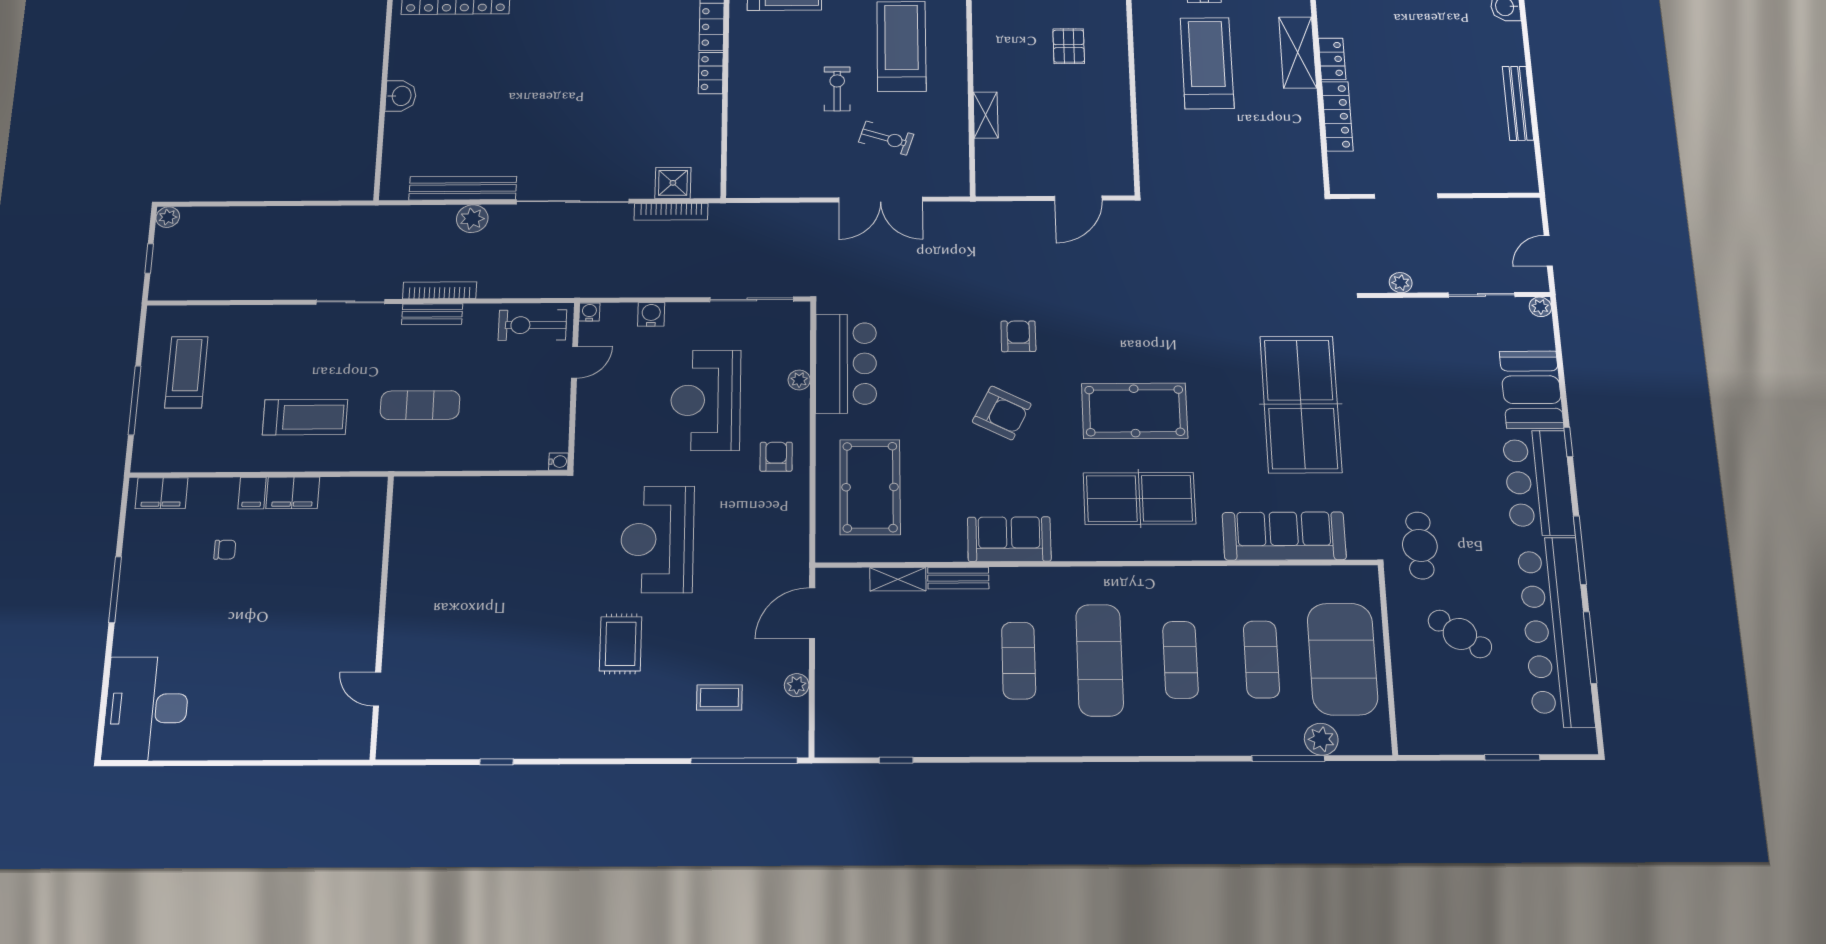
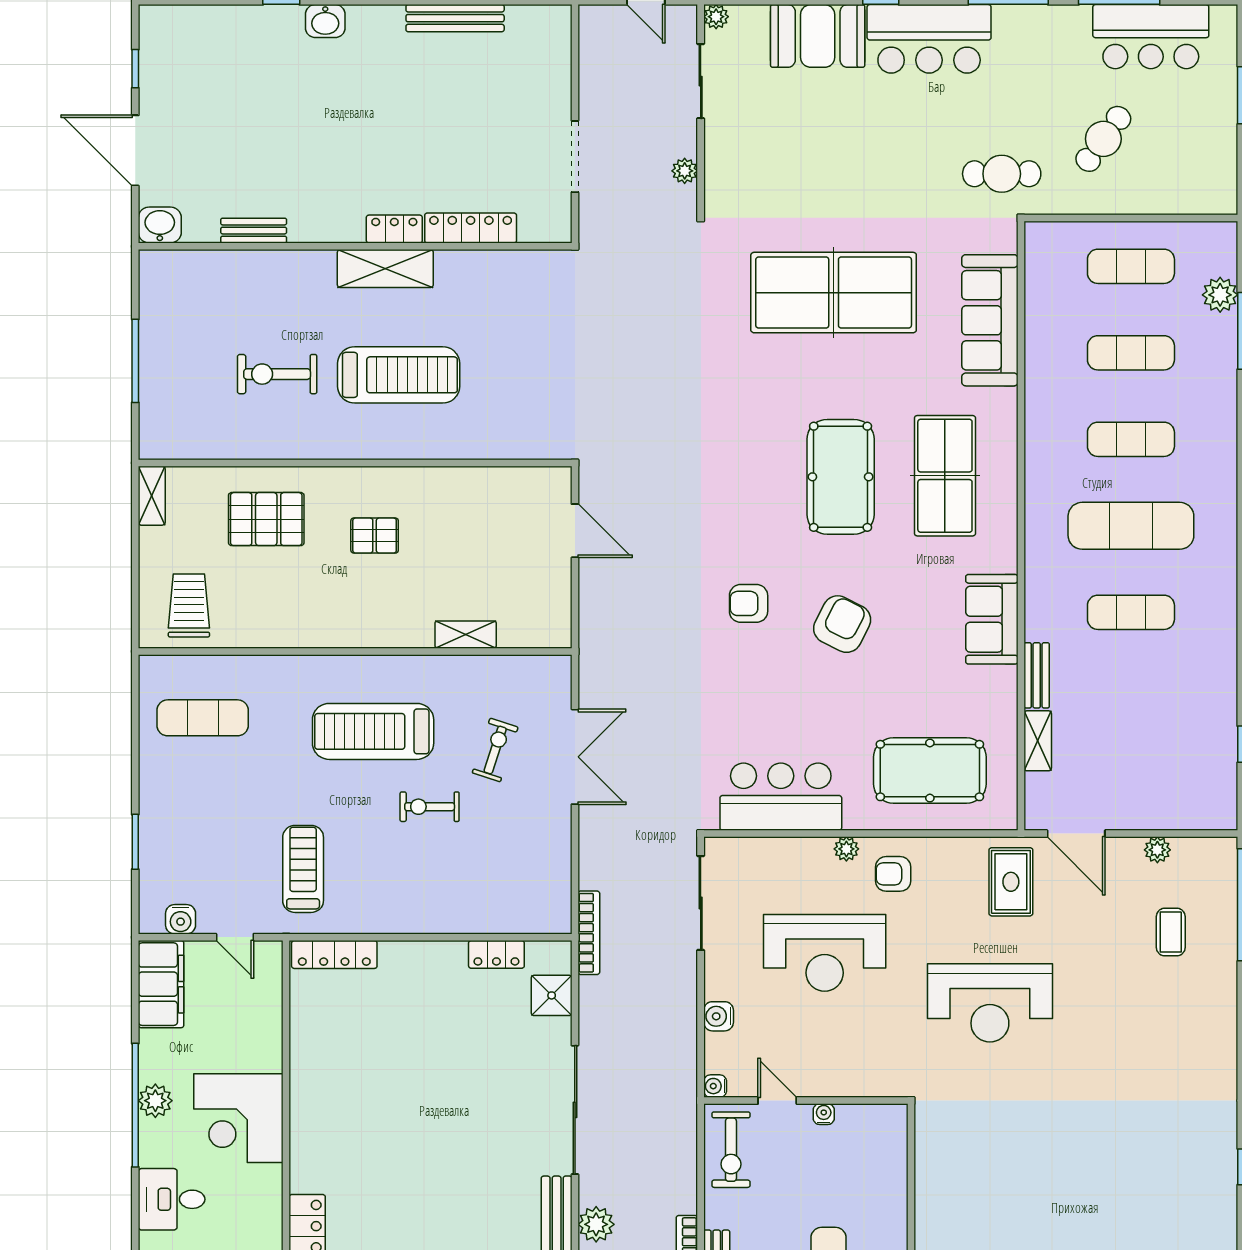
treadmill: (1207, 63) -> (399, 375), turned 180
locker: (711, 73) -> (496, 954), moved
bookcase: (671, 212) -> (589, 933), moved
plant: (799, 380) -> (846, 849), moved
water cooler: (558, 462) -> (824, 1114), moved
bar counter: (1555, 631) -> (1151, 37), width x0.54
rug: (621, 644) -> (1011, 882), moved, turned 90
exercise mat: (1343, 659) -> (1131, 266), width x0.50, depth x0.69

